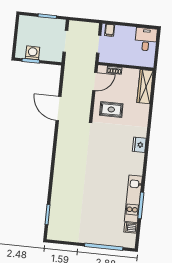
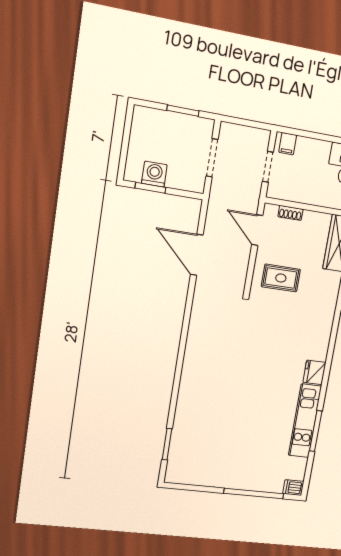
door: (95, 82) -> (257, 230), swing flipped
door: (58, 109) -> (197, 255), moved
fridge: (139, 145) -> (314, 372), moved
dishwasher: (131, 228) -> (293, 488), moved

